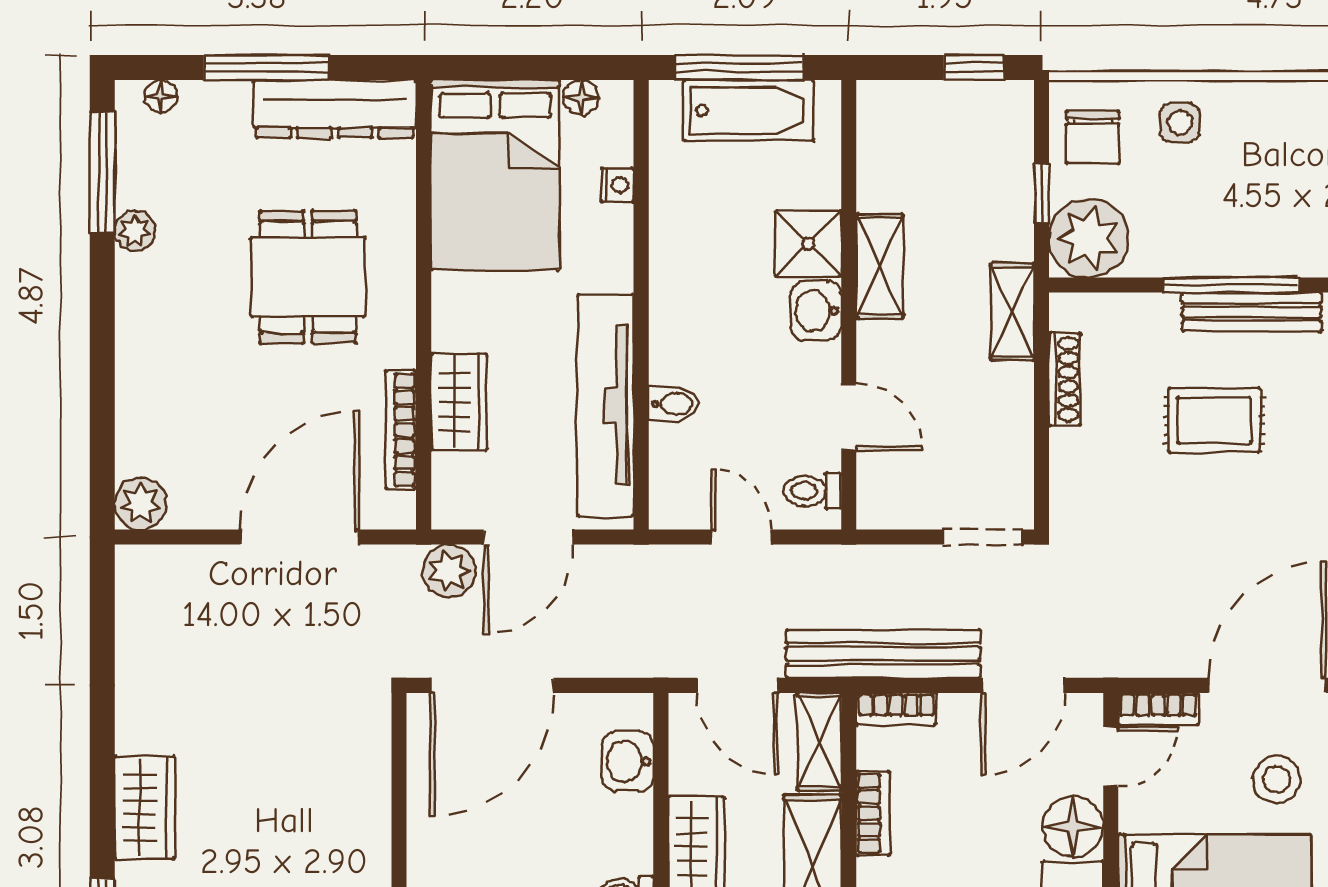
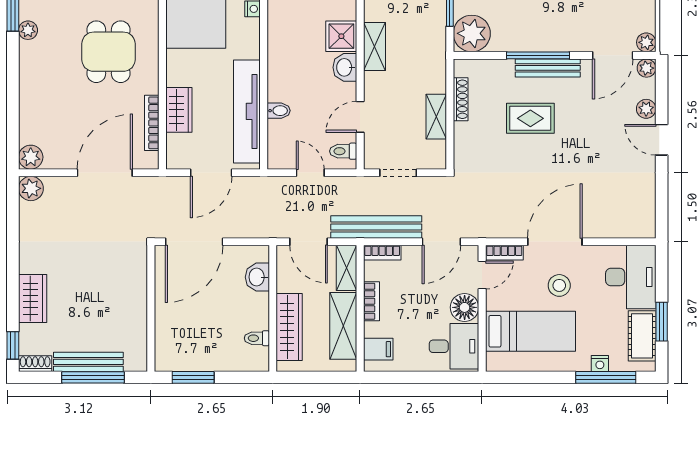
shelving: (1012, 312) -> (436, 117), moved
door: (849, 417) -> (360, 117), swing flipped
doorway: (983, 537) -> (398, 173), moved
plant: (449, 571) -> (31, 188), moved

